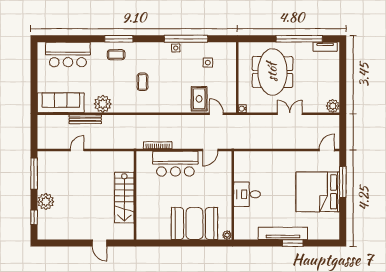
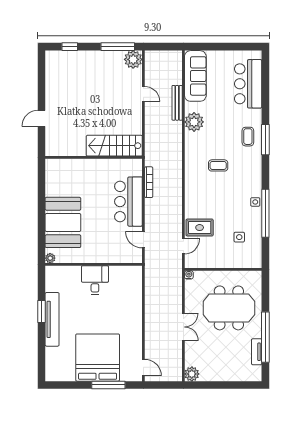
tv unit: (325, 47) -> (257, 352), moved
stairs: (124, 198) -> (114, 146), moved
plant: (46, 202) -> (133, 59), moved
window: (293, 243) -> (41, 311), moved

